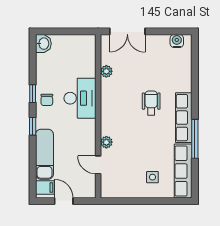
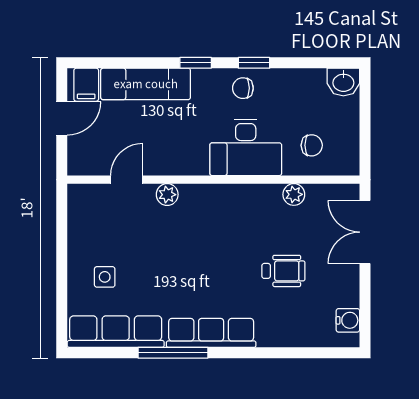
chair: (79, 61) -> (312, 145), added
wheelchair: (151, 103) -> (283, 271), moved

